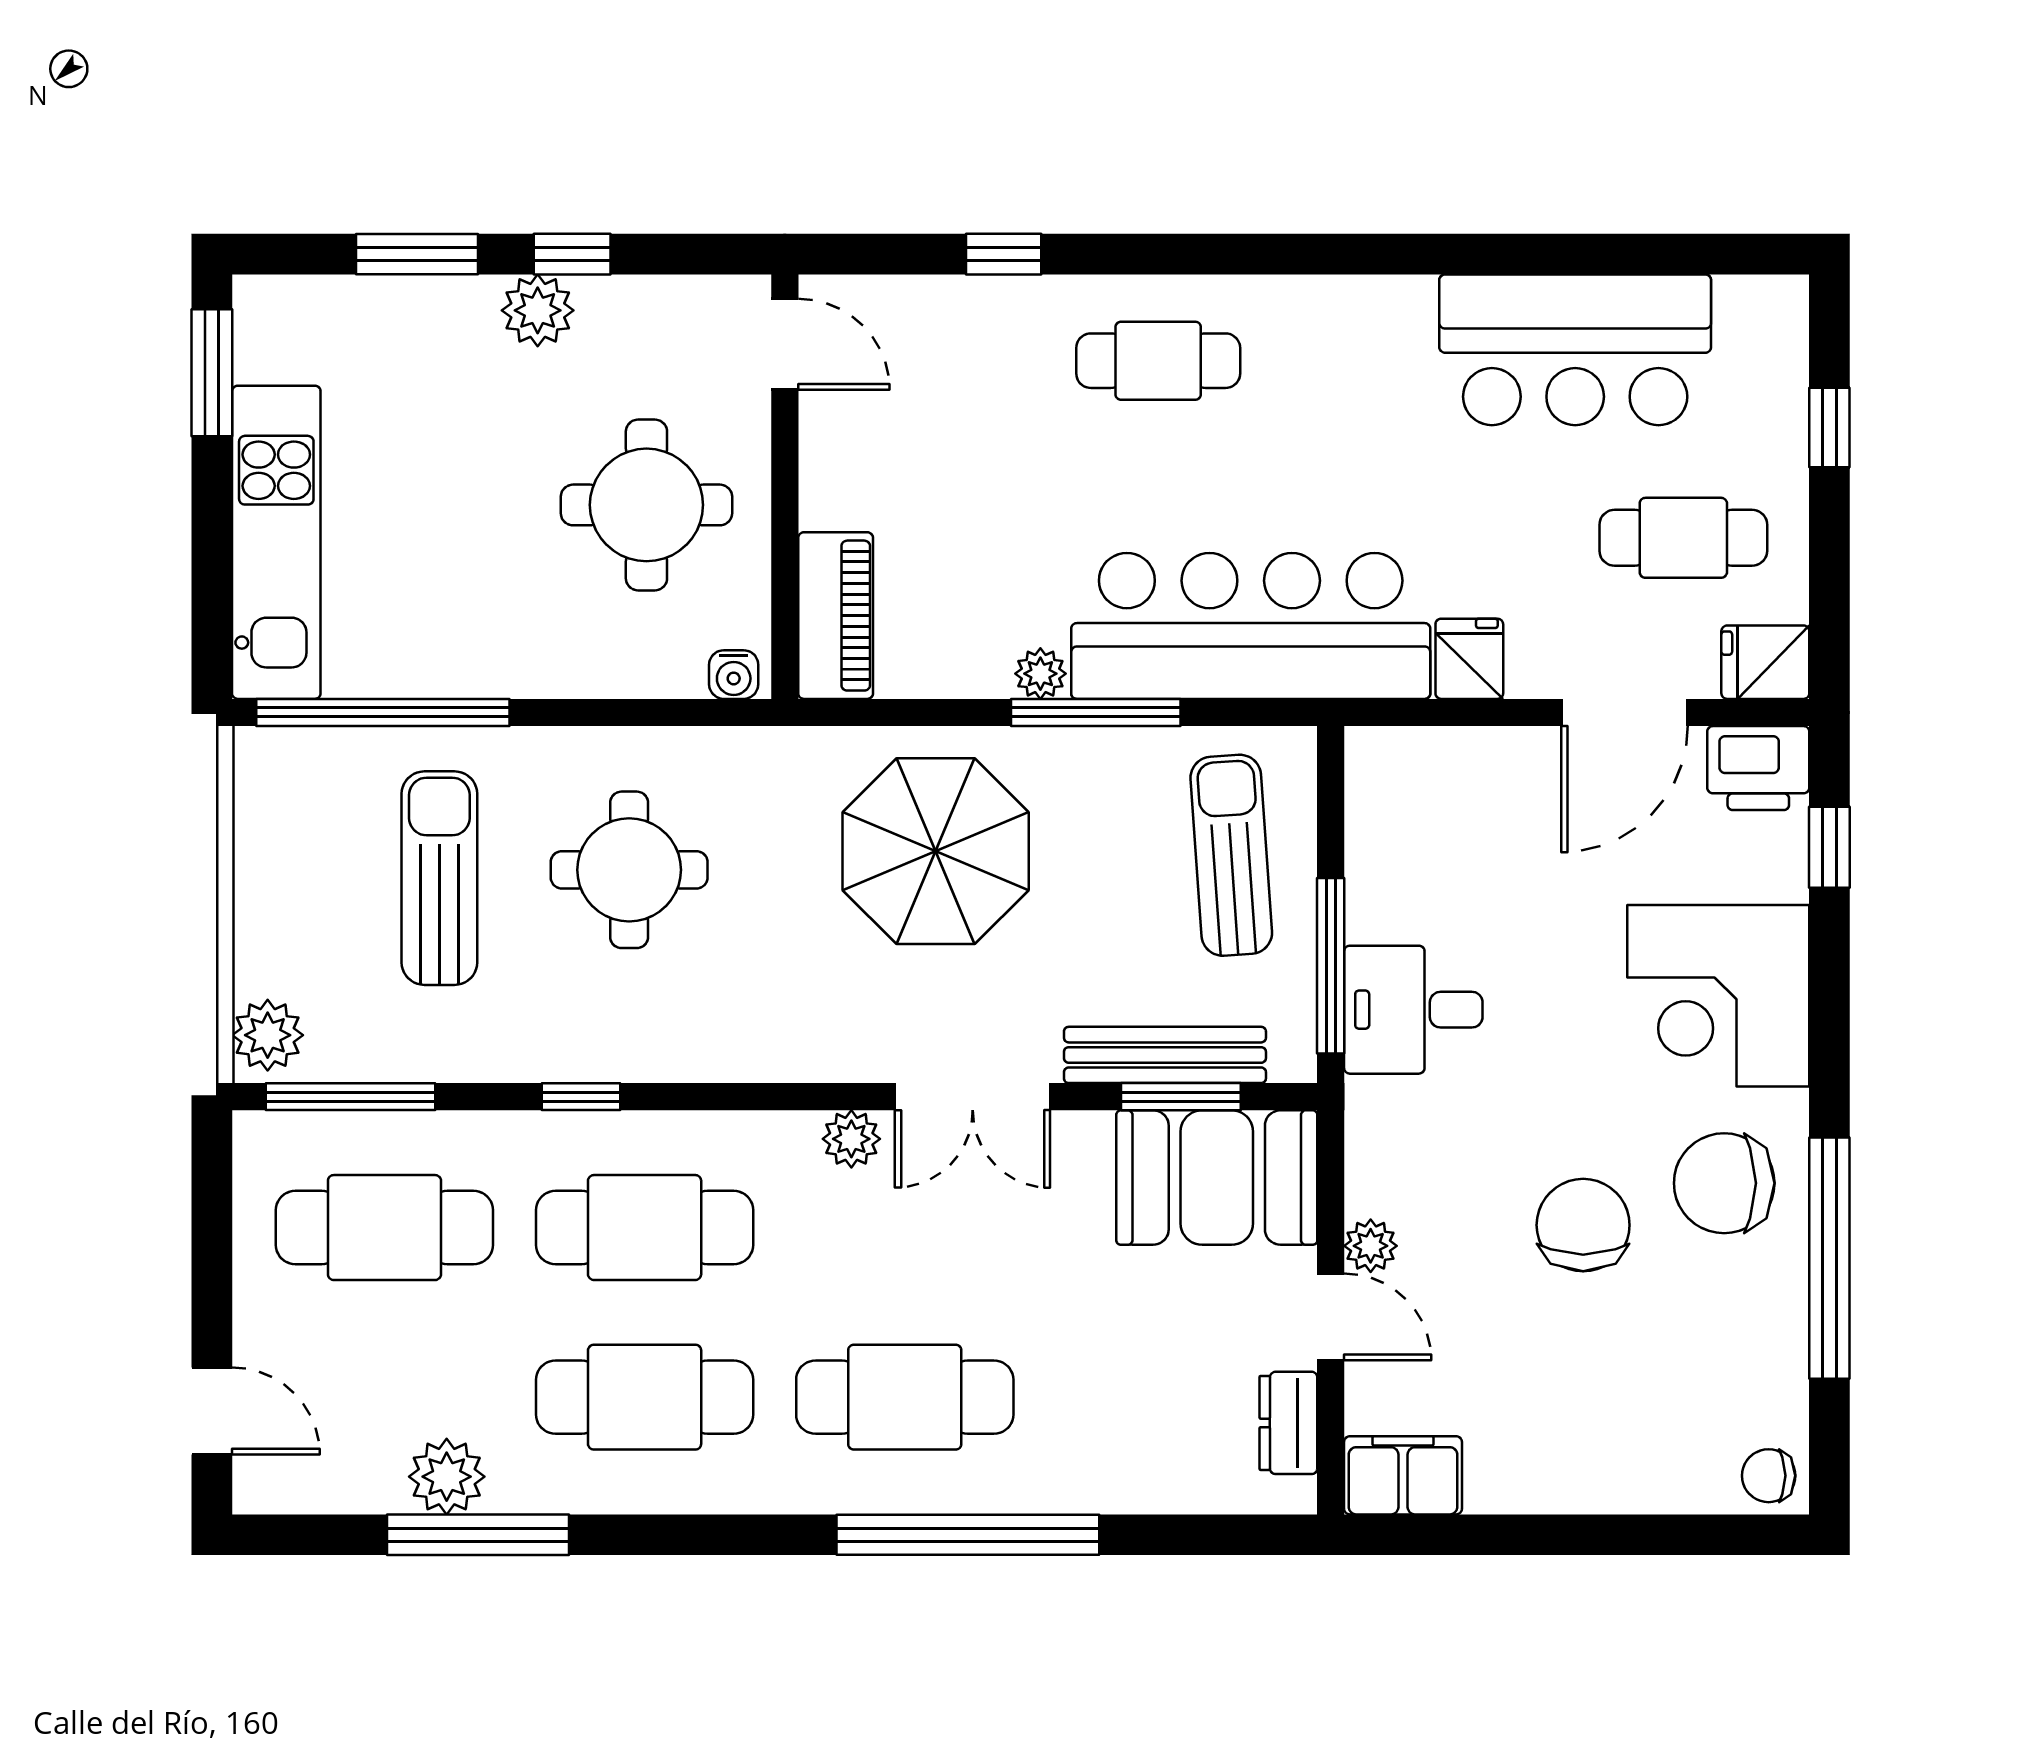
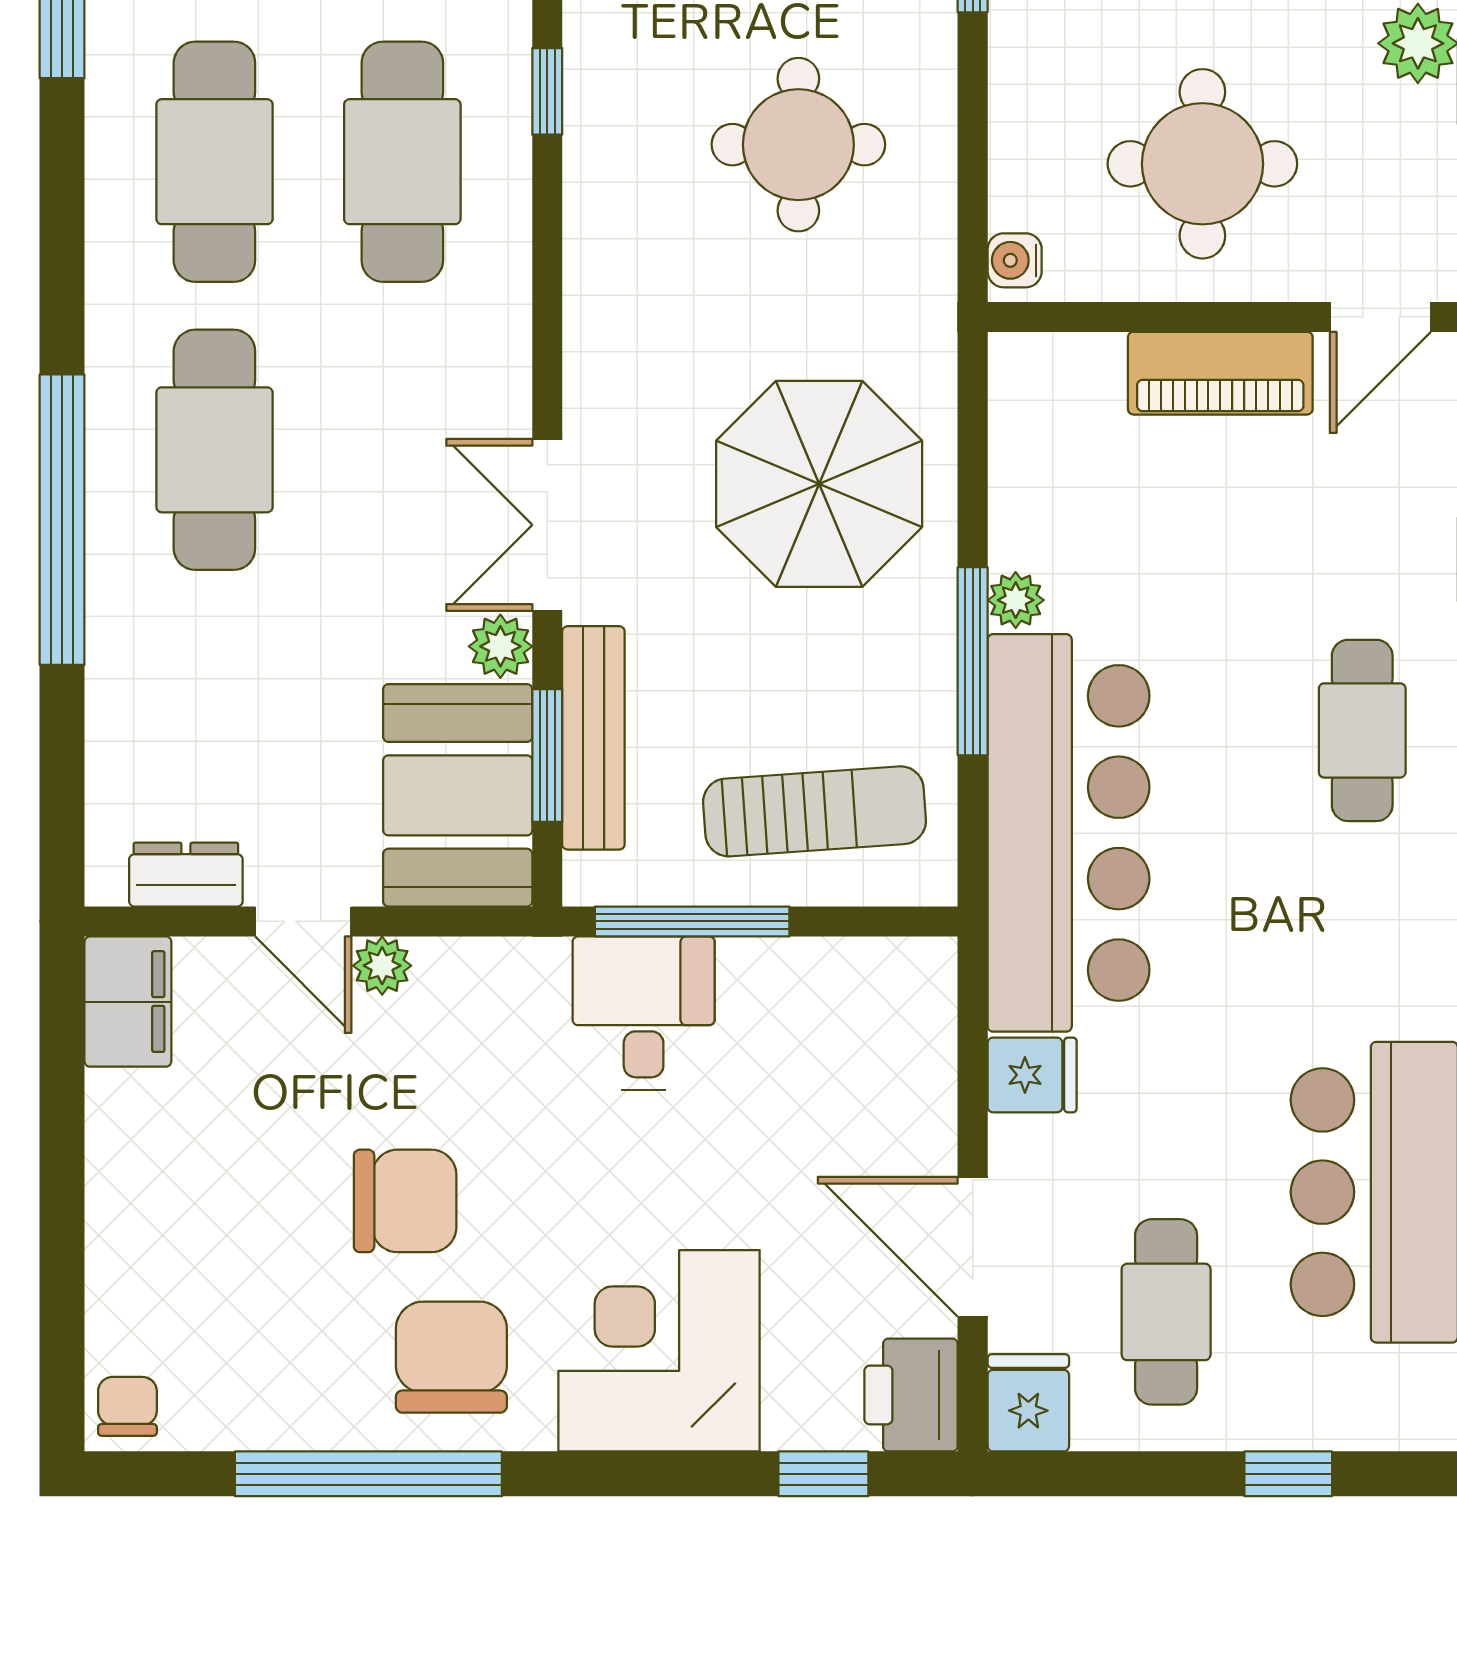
piano: (836, 616) -> (1220, 373), moved
plant: (851, 1139) -> (500, 646), moved
door: (1331, 1317) -> (303, 921), hinge flipped

